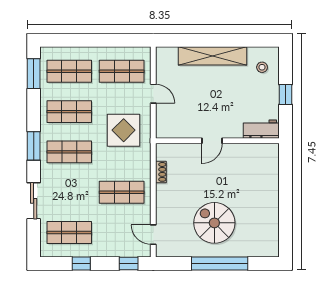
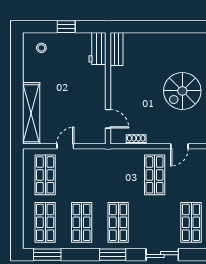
shelving: (212, 56) -> (31, 113), moved
display table: (124, 130) -> (98, 173), removed
door: (212, 141) -> (108, 119), moved
bench: (261, 150) -> (117, 49), added
door: (153, 235) -> (179, 146), moved

